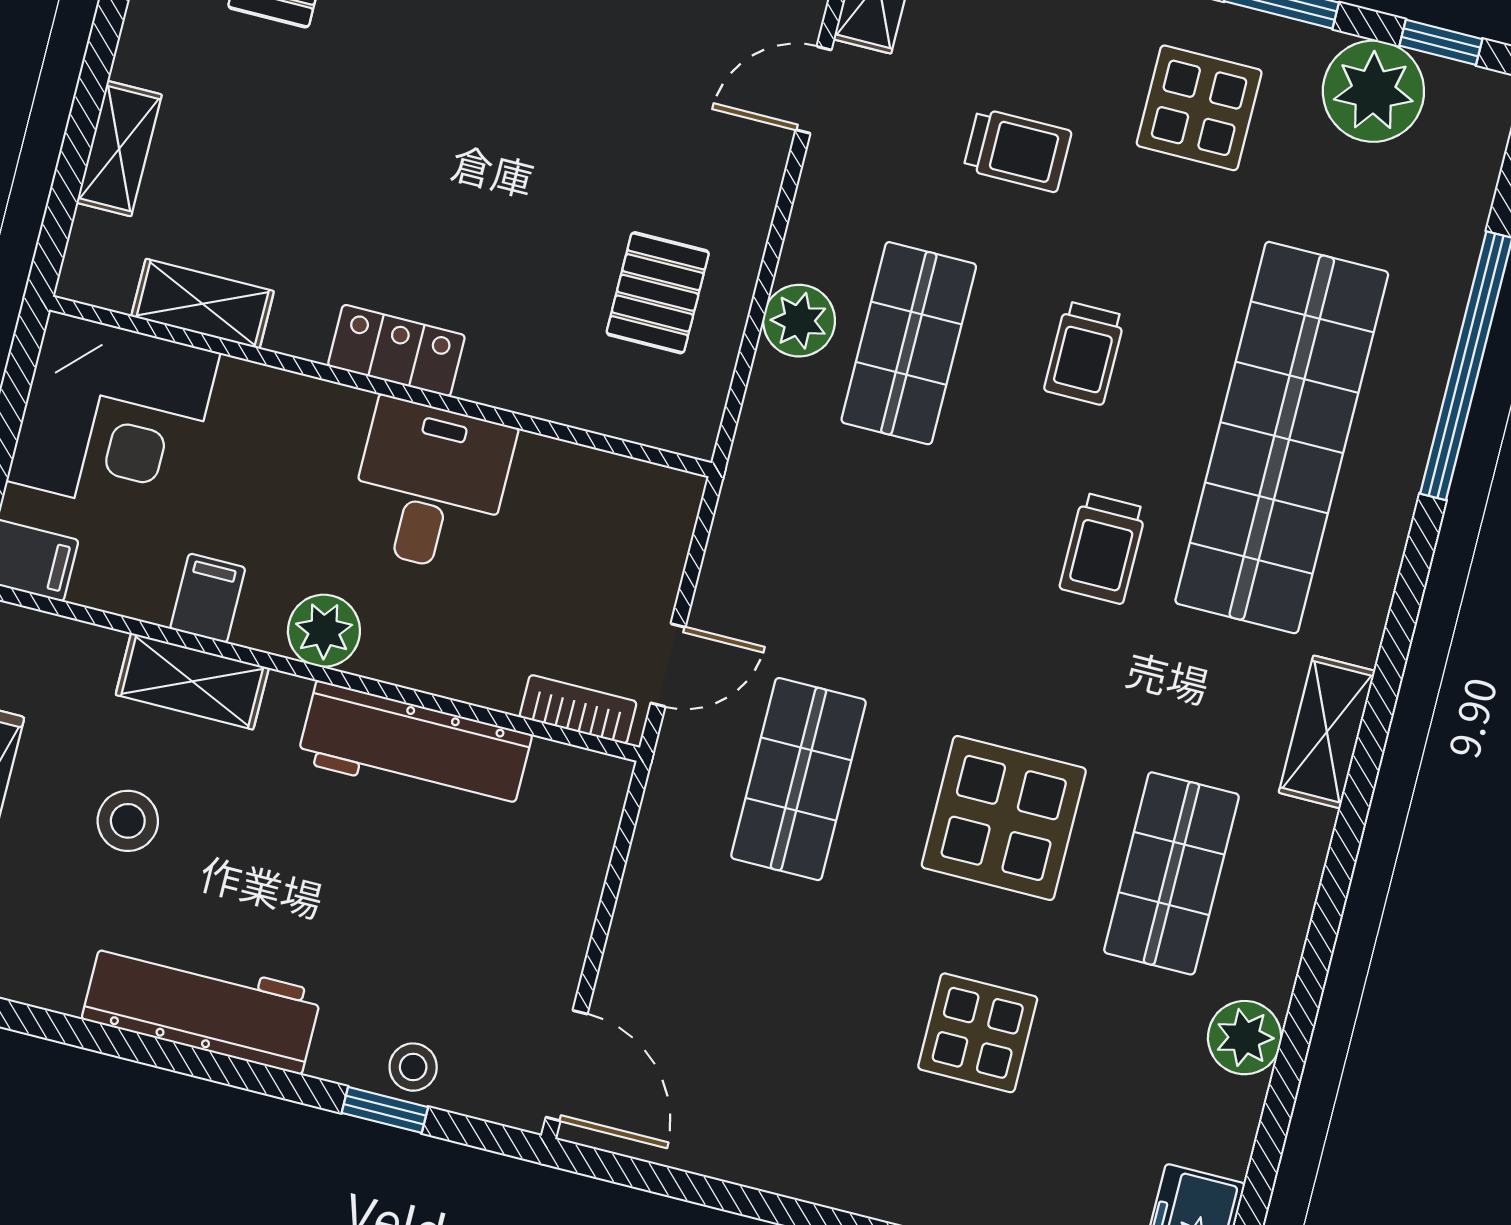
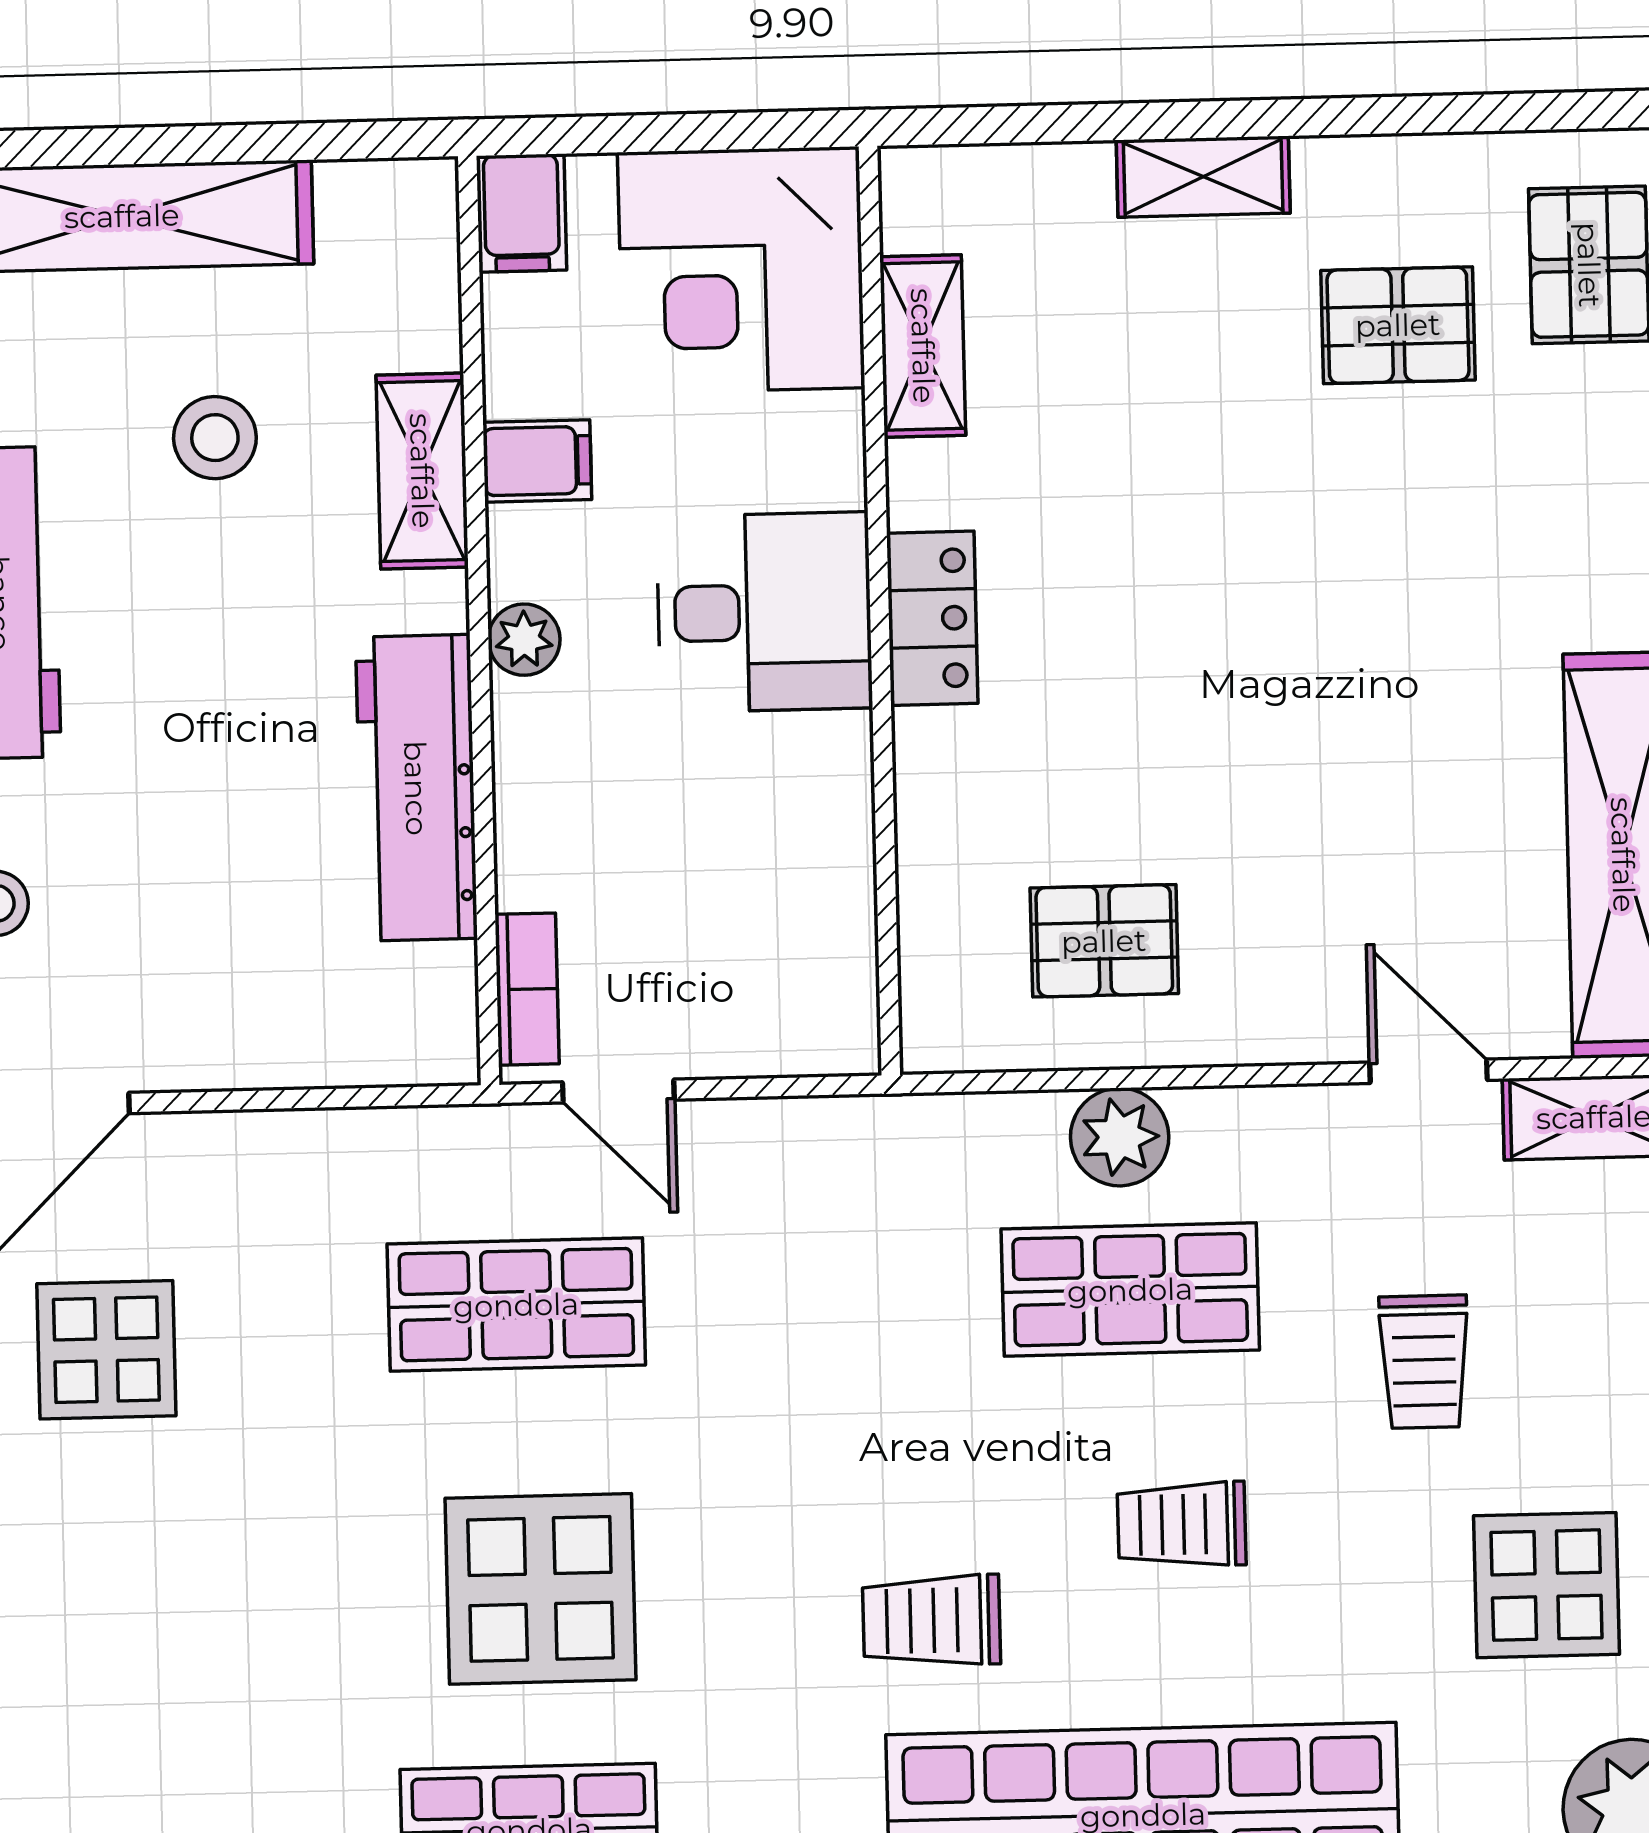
shelving: (119, 149) -> (1203, 177), moved
desk: (430, 486) -> (764, 612), moved
plant: (324, 631) -> (524, 640), width x0.73, depth x0.73
display table: (978, 1033) -> (106, 1350), moved

